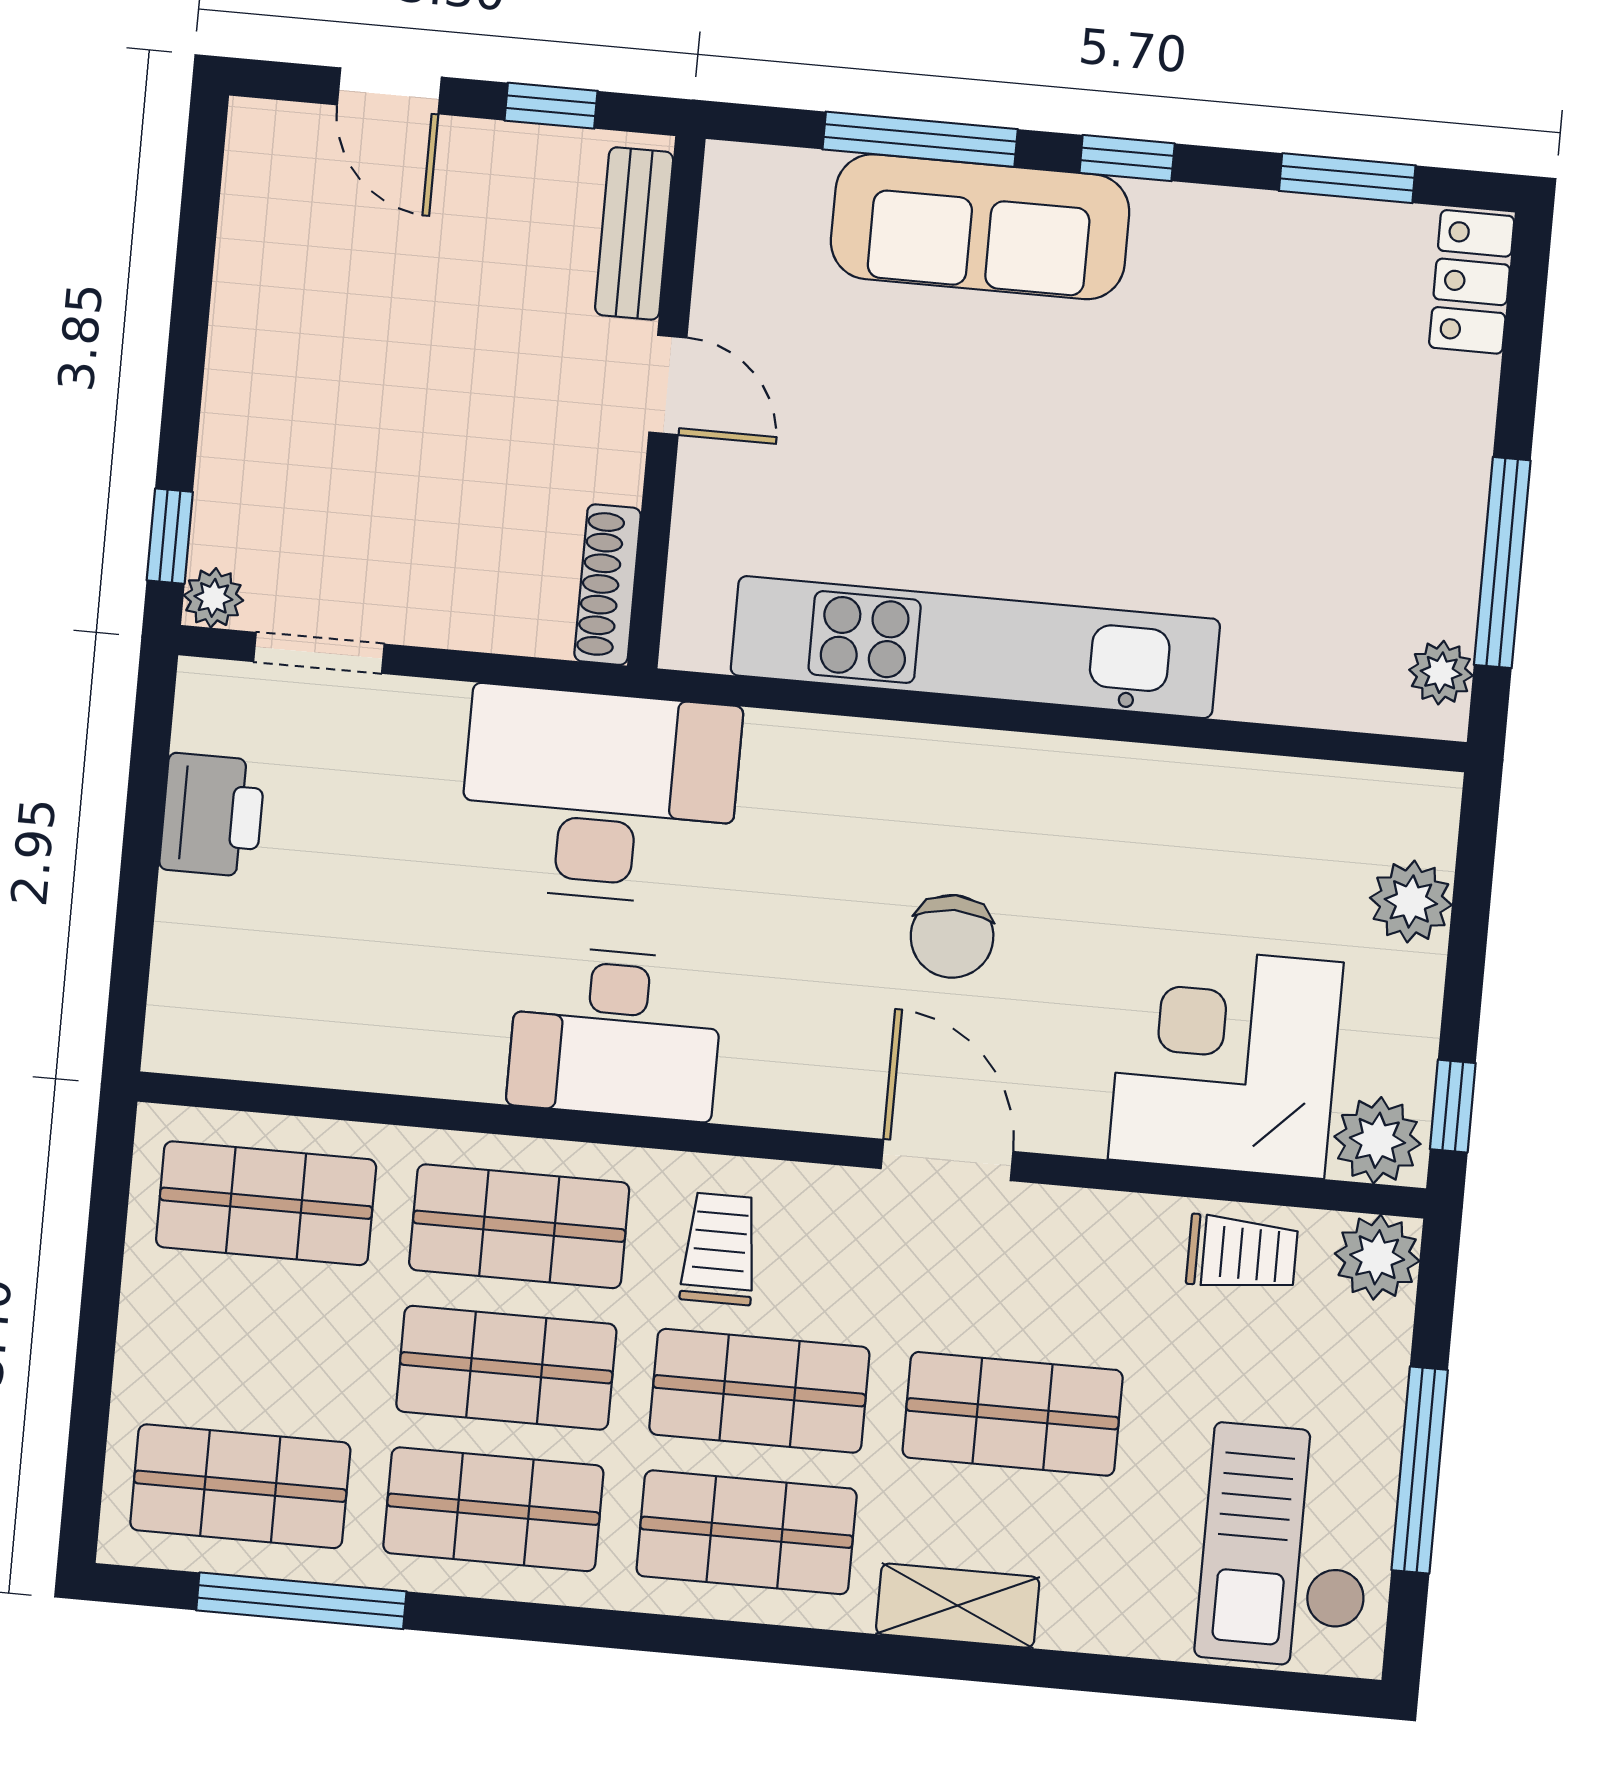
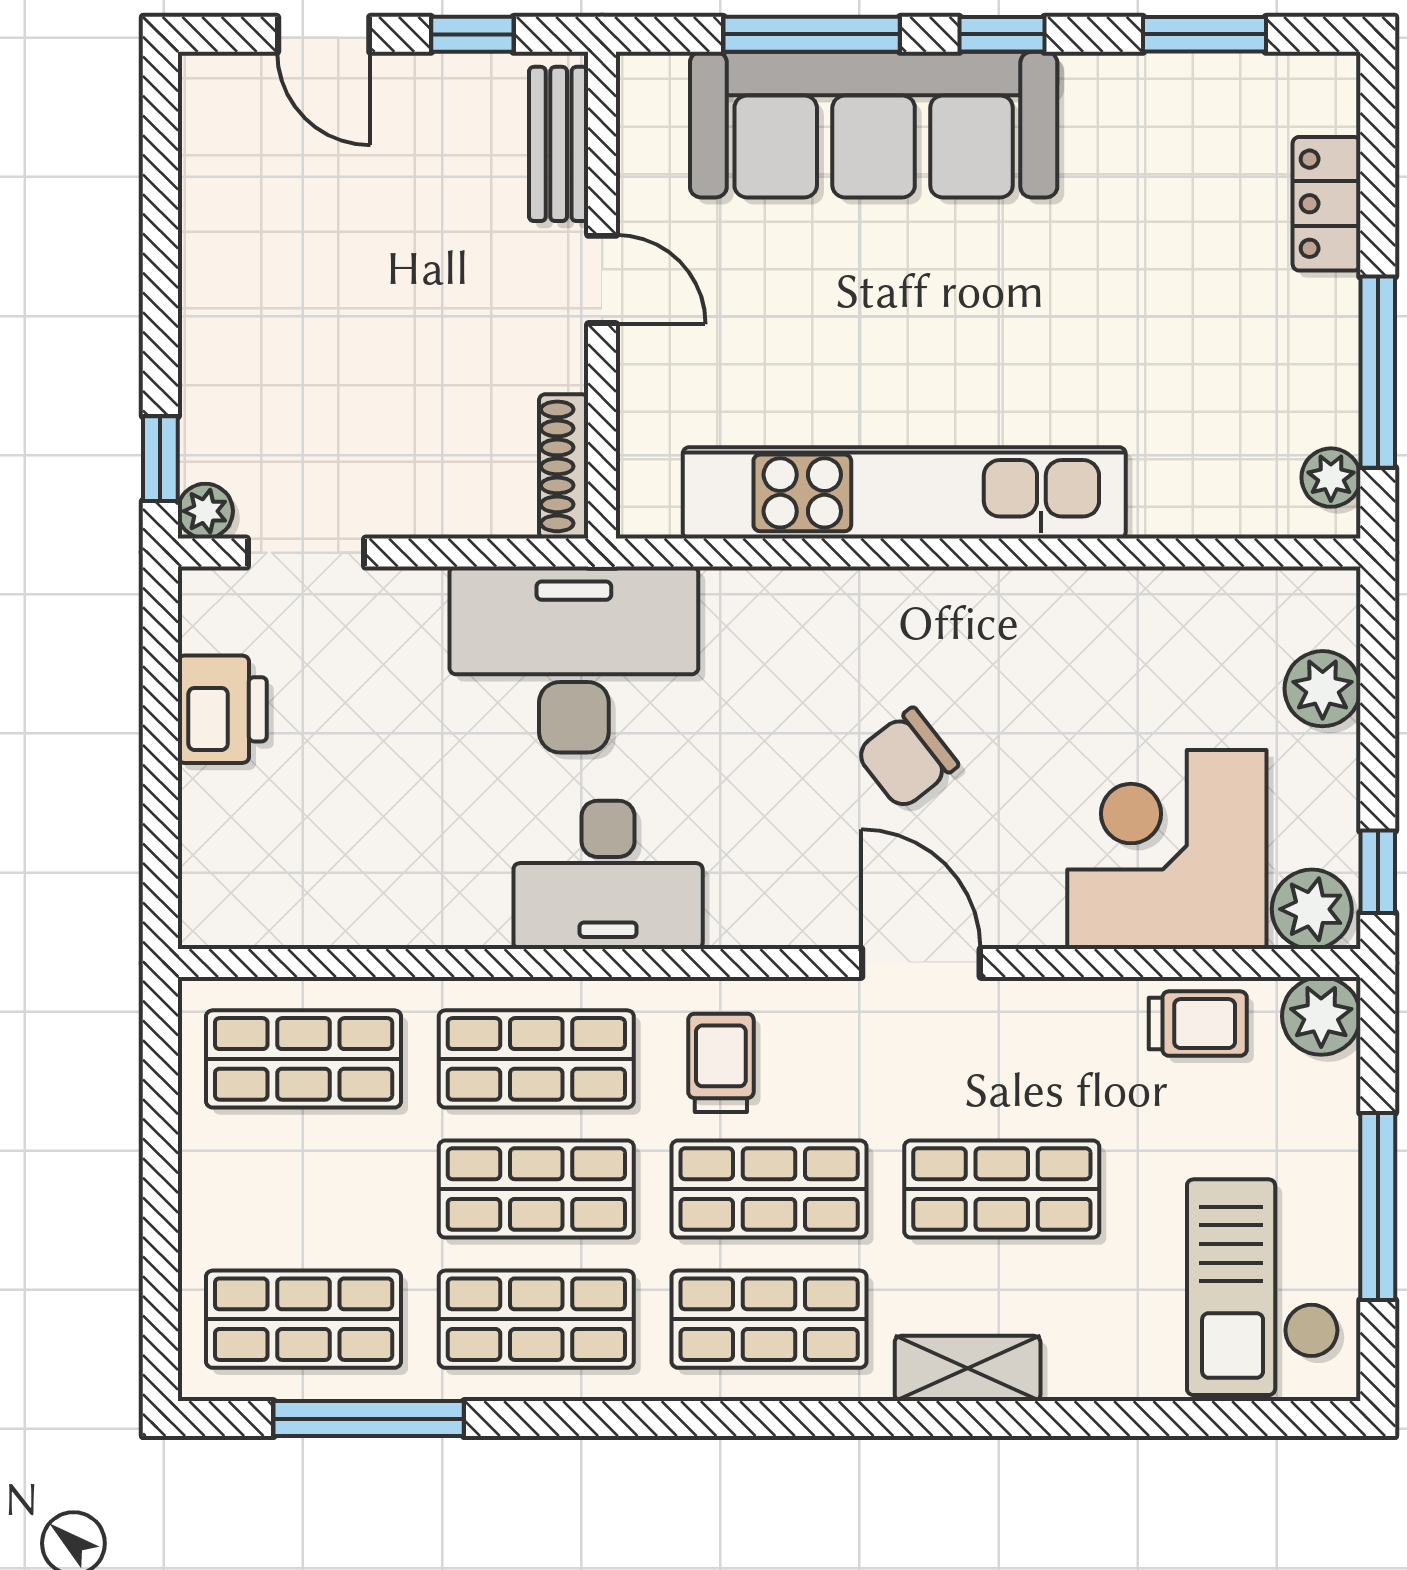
sofa: (980, 227) -> (874, 125), width x1.36, depth x1.27
locker: (1472, 282) -> (1326, 204), moved
chair: (952, 936) -> (907, 759), turned 52

